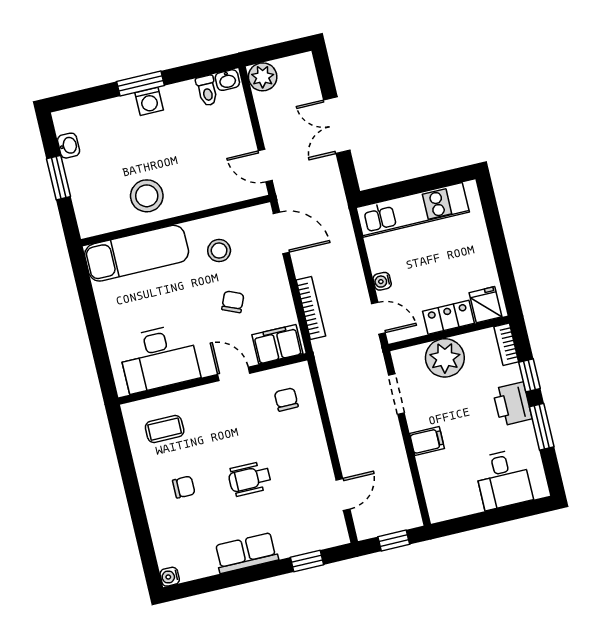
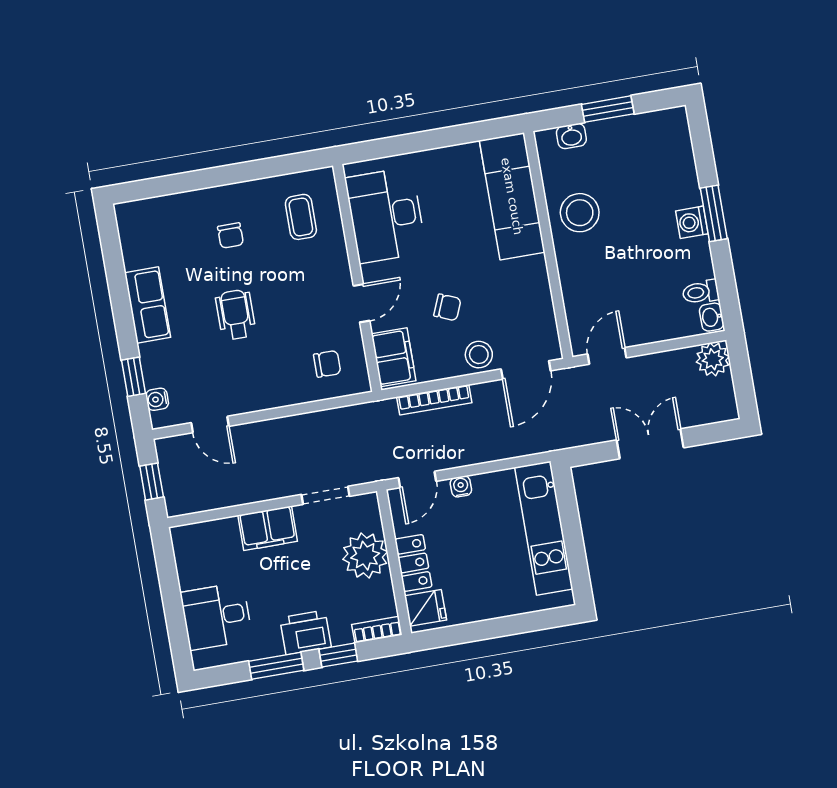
washbasin: (69, 146) -> (571, 136), moved
stool: (219, 251) -> (479, 355), moved
filing cabinet: (427, 441) -> (268, 528), width x2.00
water cooler: (170, 577) -> (157, 399), moved, turned -90

